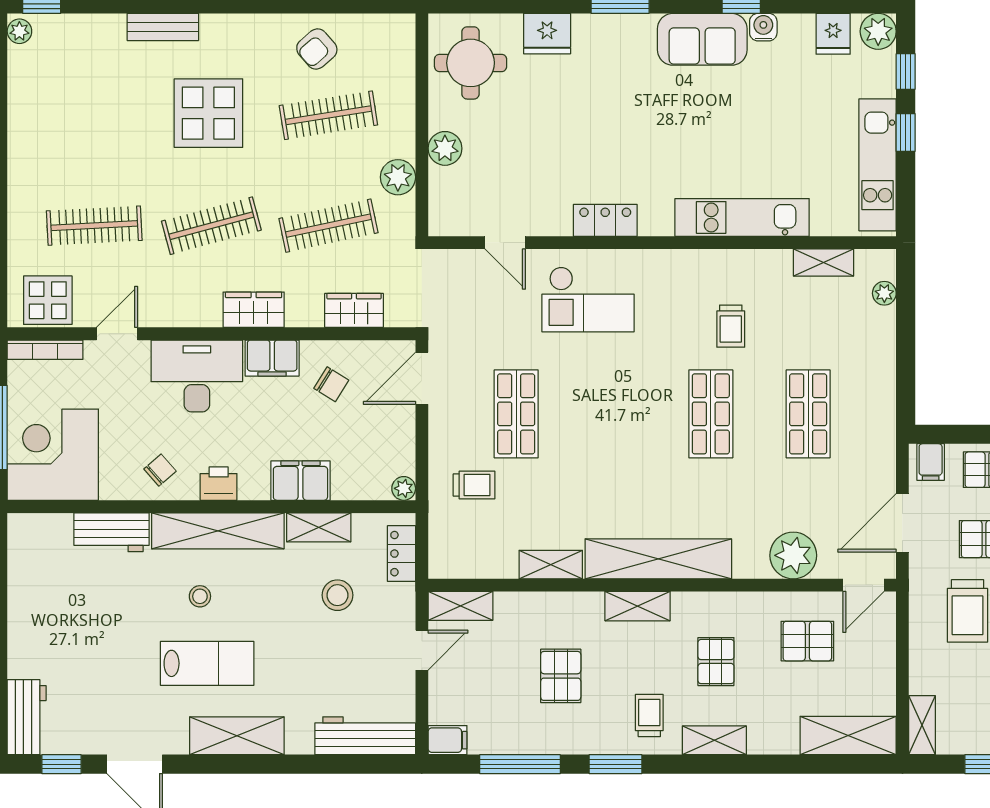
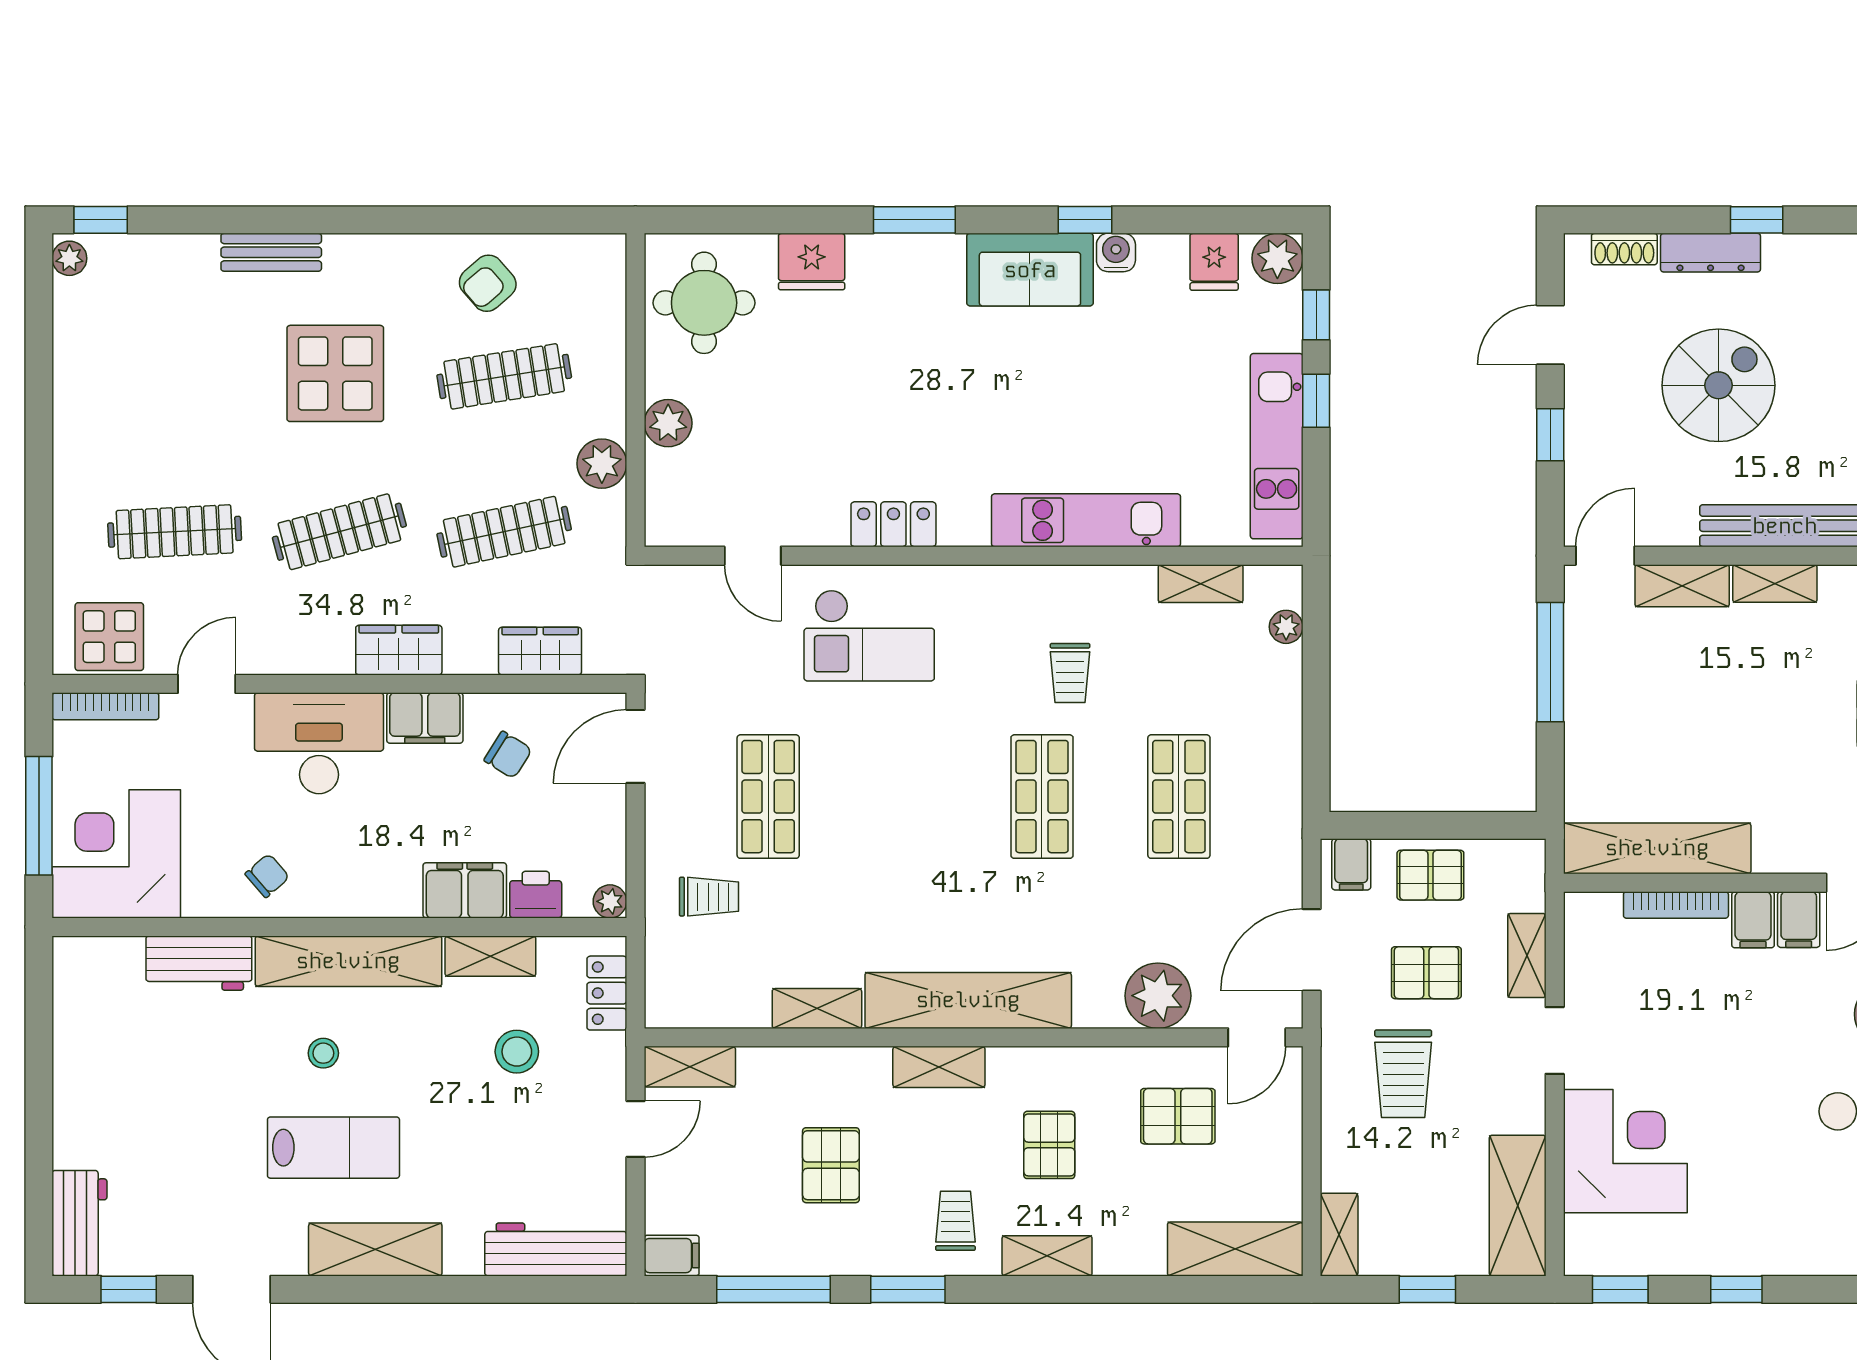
printer: (219, 484) -> (536, 895), moved

